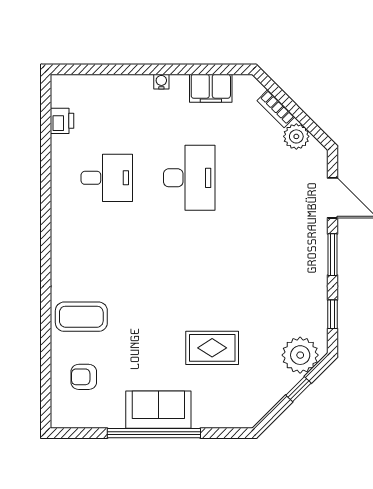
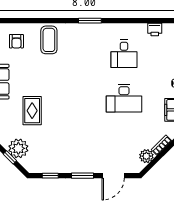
window: (46, 241) -> (90, 21), added
plant: (300, 355) -> (18, 148), moved
armchair: (84, 377) -> (16, 41), turned 180

